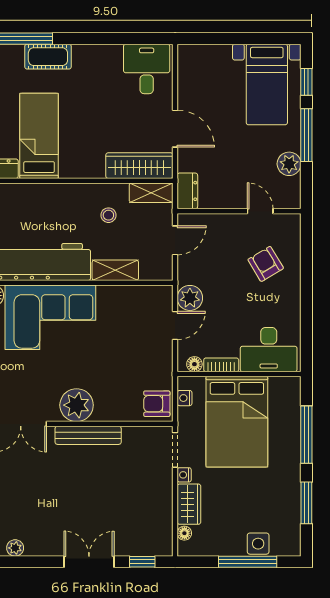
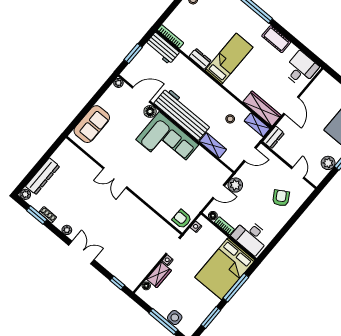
cot: (48, 57) -> (276, 39), moved
plant: (77, 405) -> (146, 190), removed
bed: (237, 422) -> (225, 269), moved
bench: (88, 435) -> (140, 208), removed
double door: (89, 562) -> (81, 253), moved

